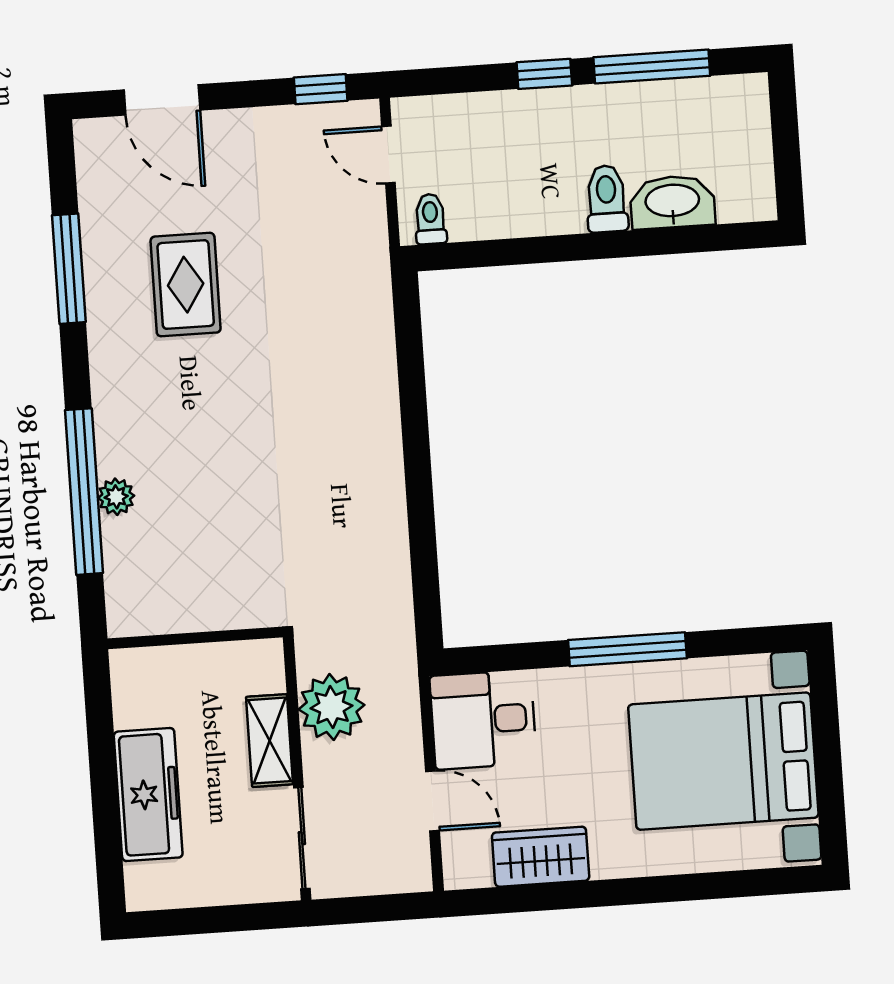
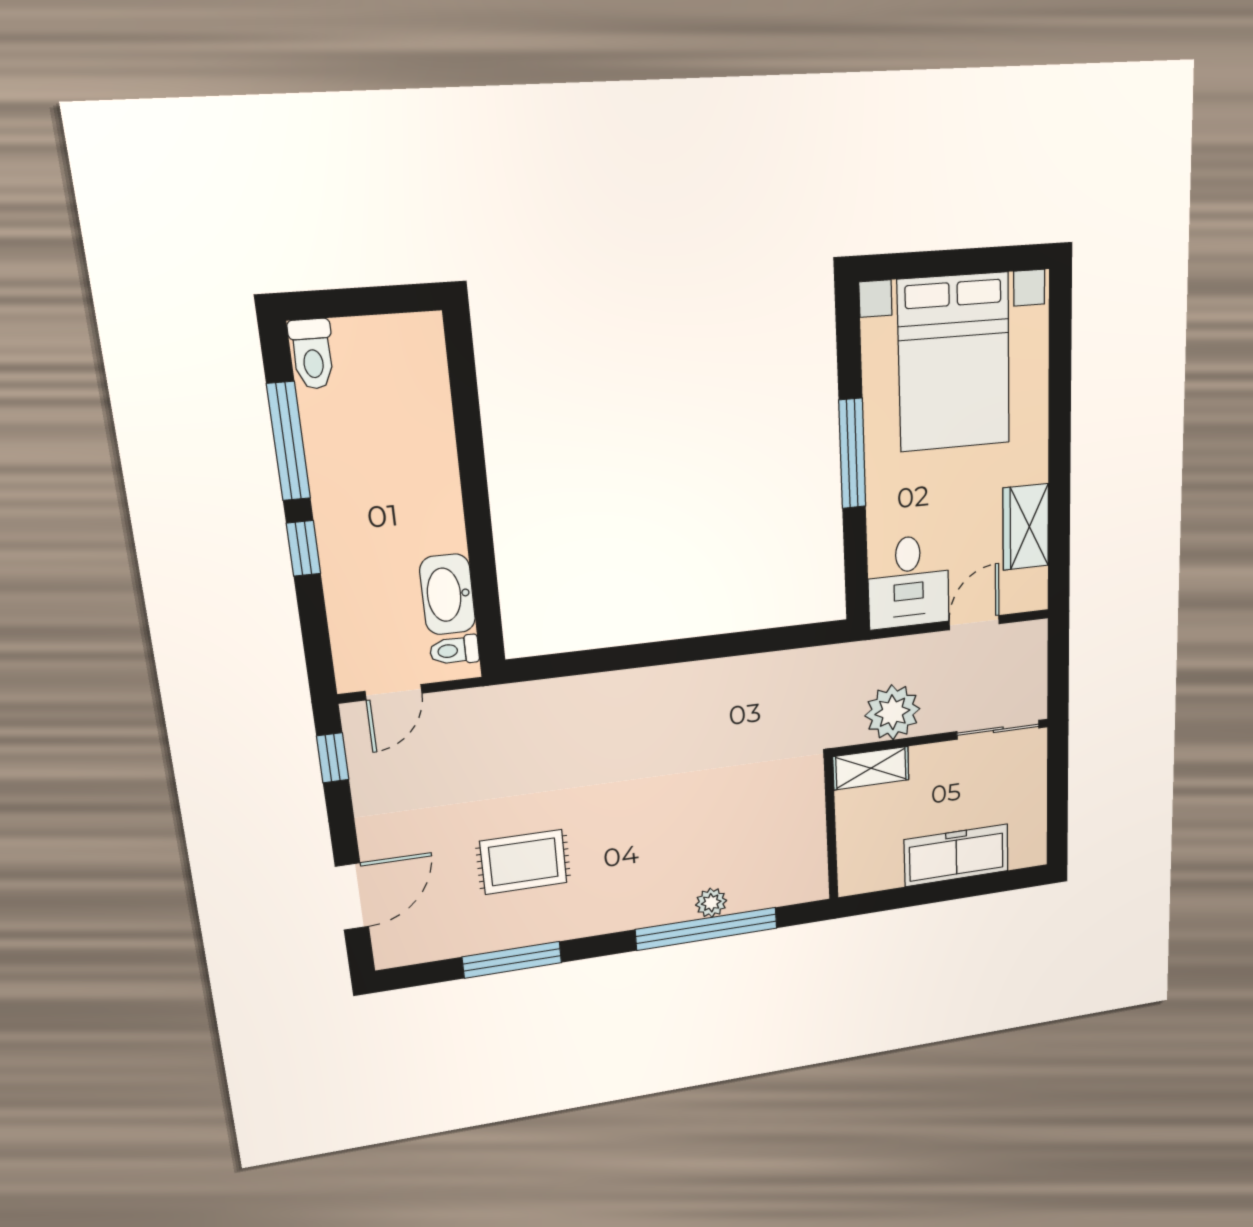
toilet: (607, 199) -> (312, 354), moved, turned -90
washbasin: (672, 202) -> (448, 594), moved
shelving: (270, 741) -> (871, 768), moved

